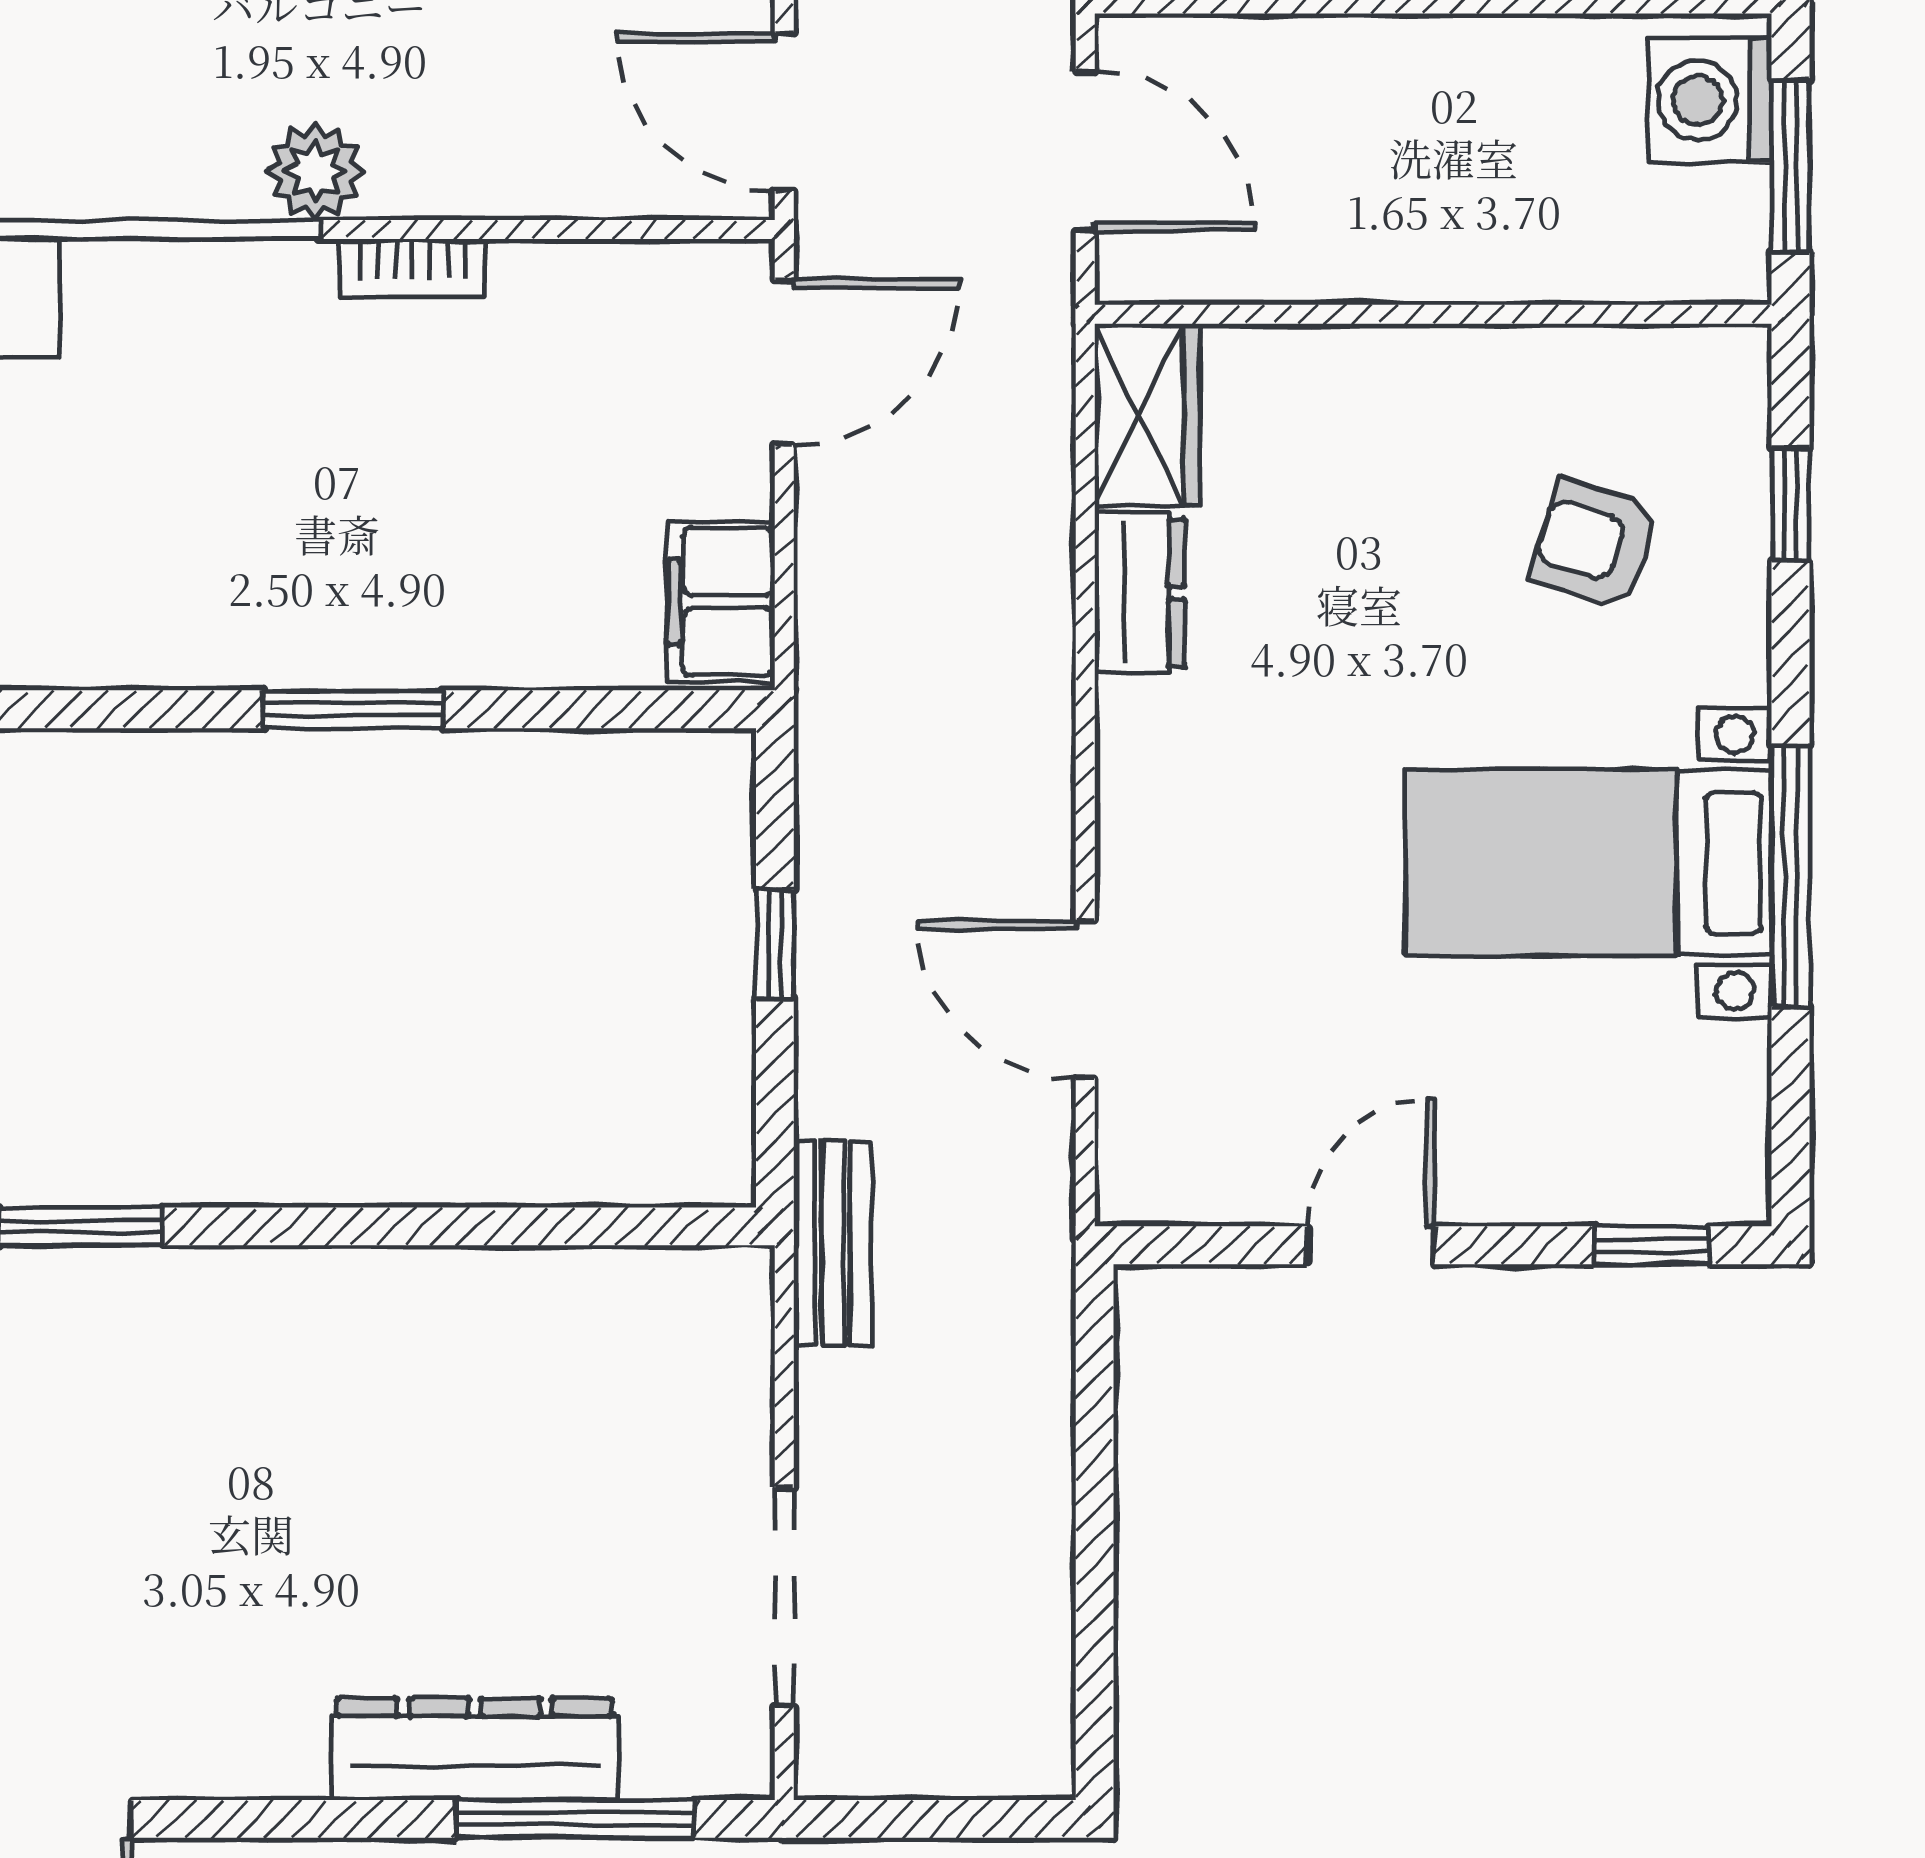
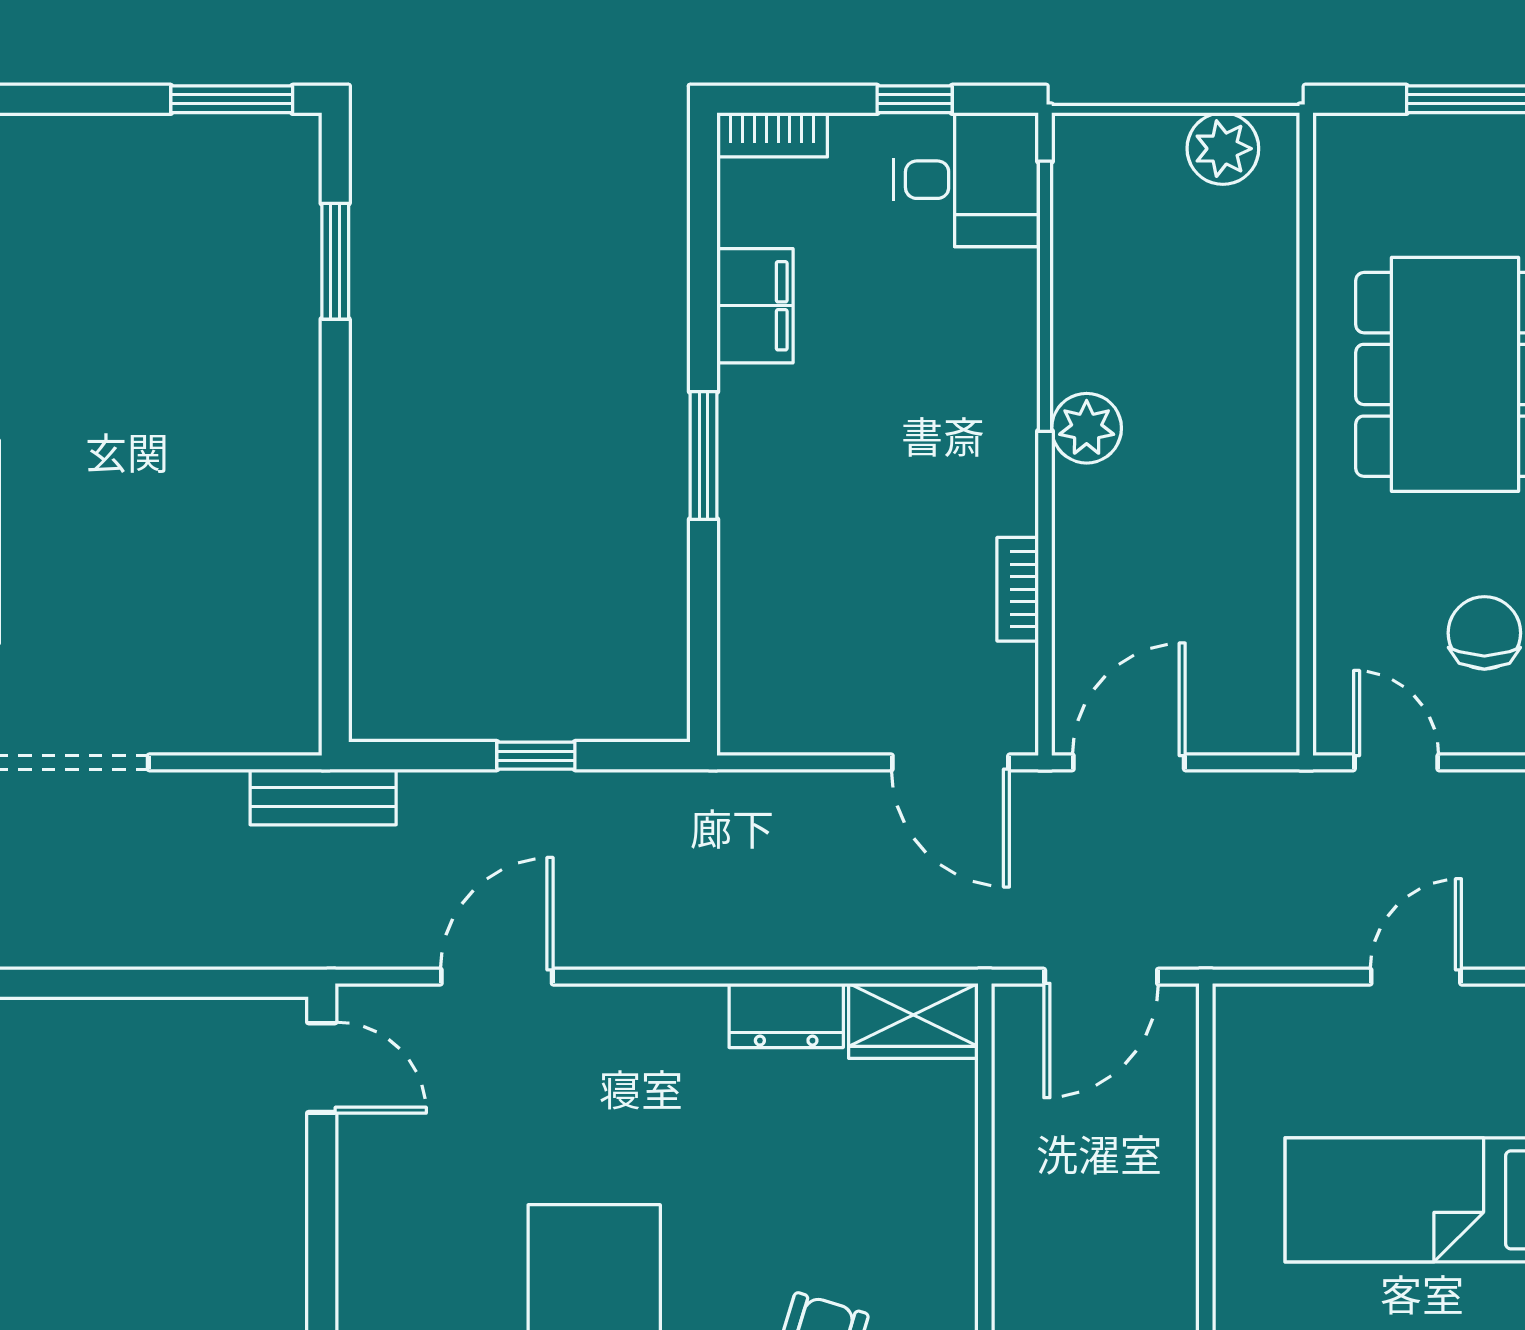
bookcase: (412, 268) -> (1018, 589), moved
filing cabinet: (721, 602) -> (755, 306), moved, turned 90
door: (1371, 1245) -> (322, 1068), moved

